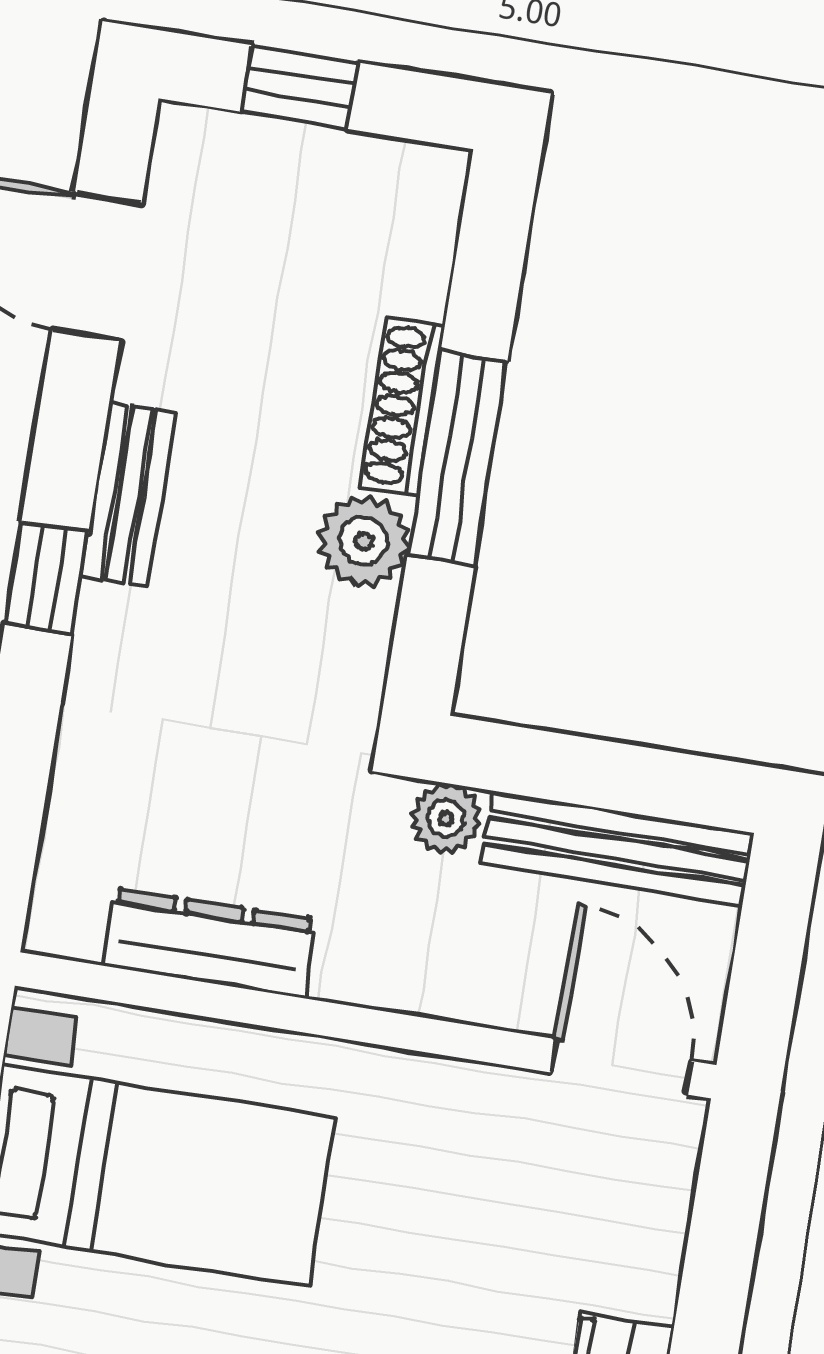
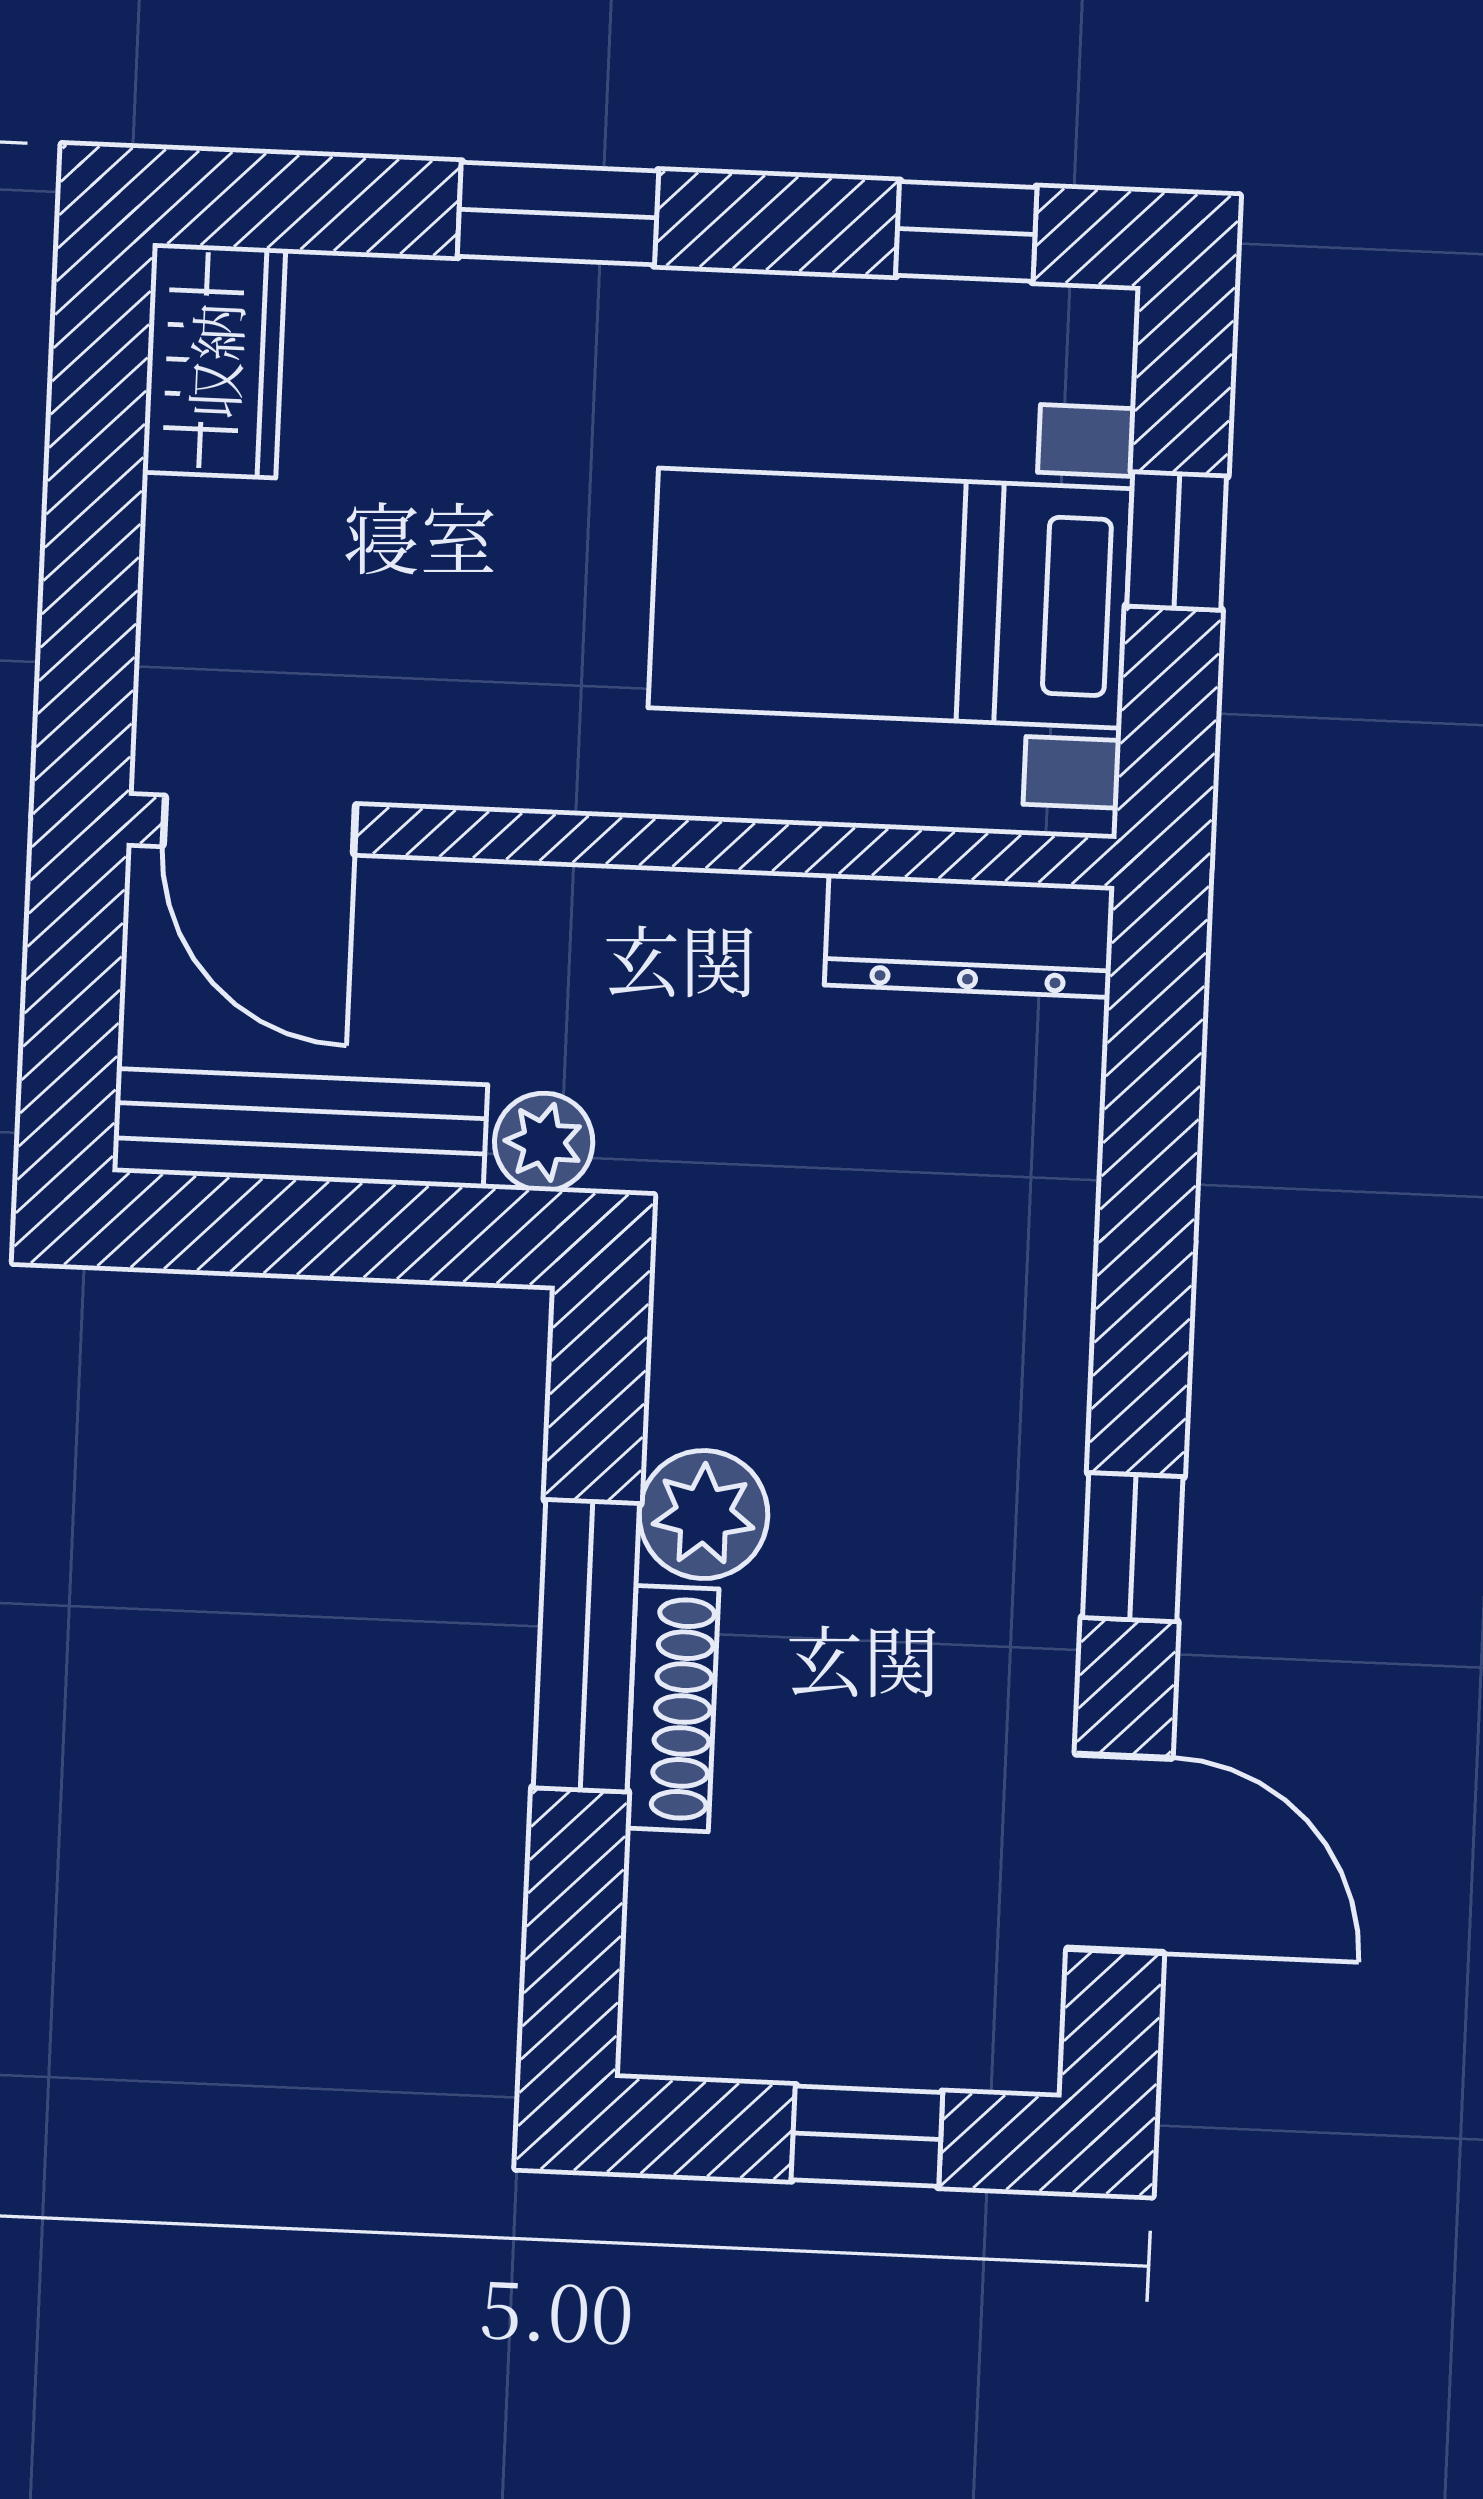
bench: (128, 495) -> (1038, 1541), removed
window: (47, 578) -> (1133, 1547), moved
dresser: (209, 943) -> (969, 936), moved

